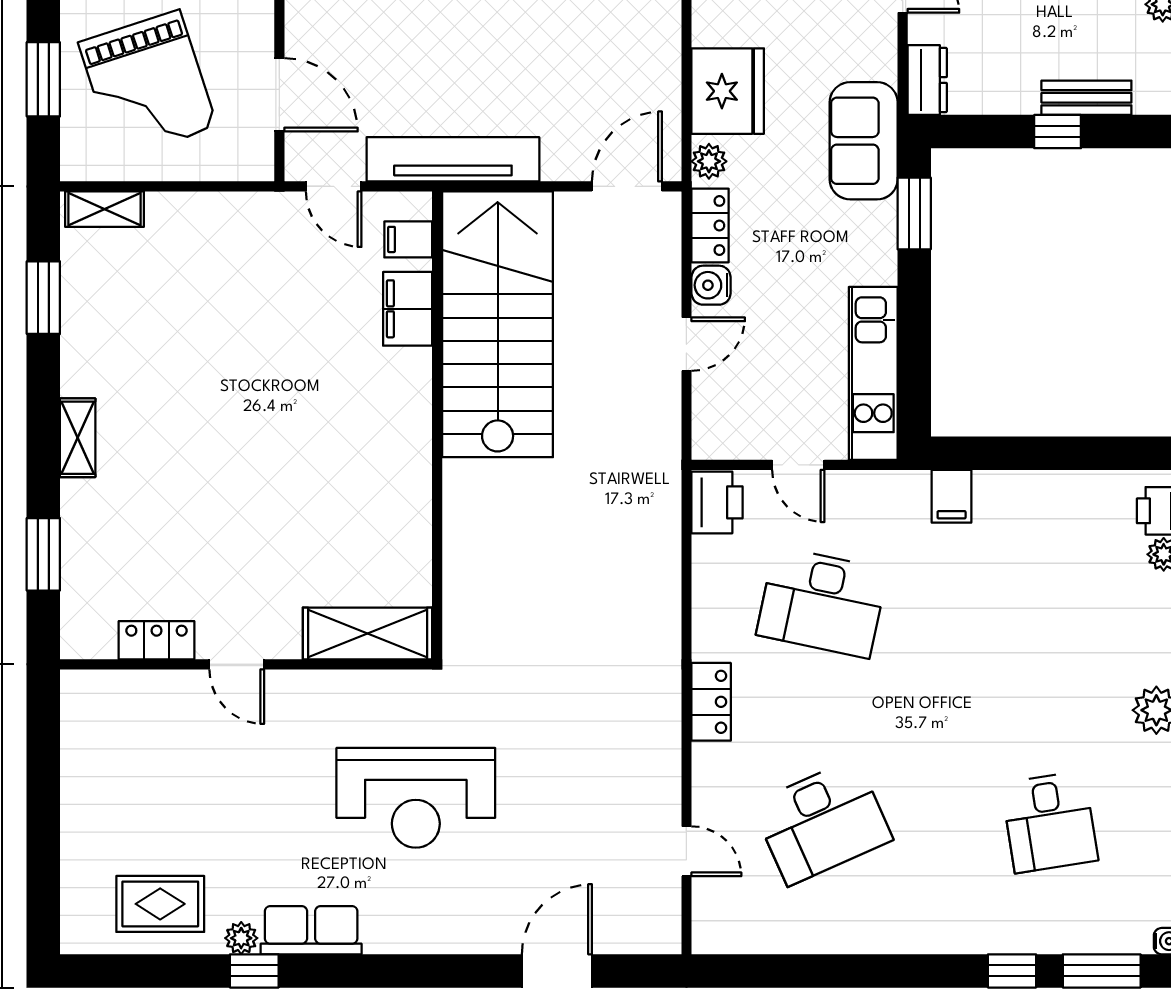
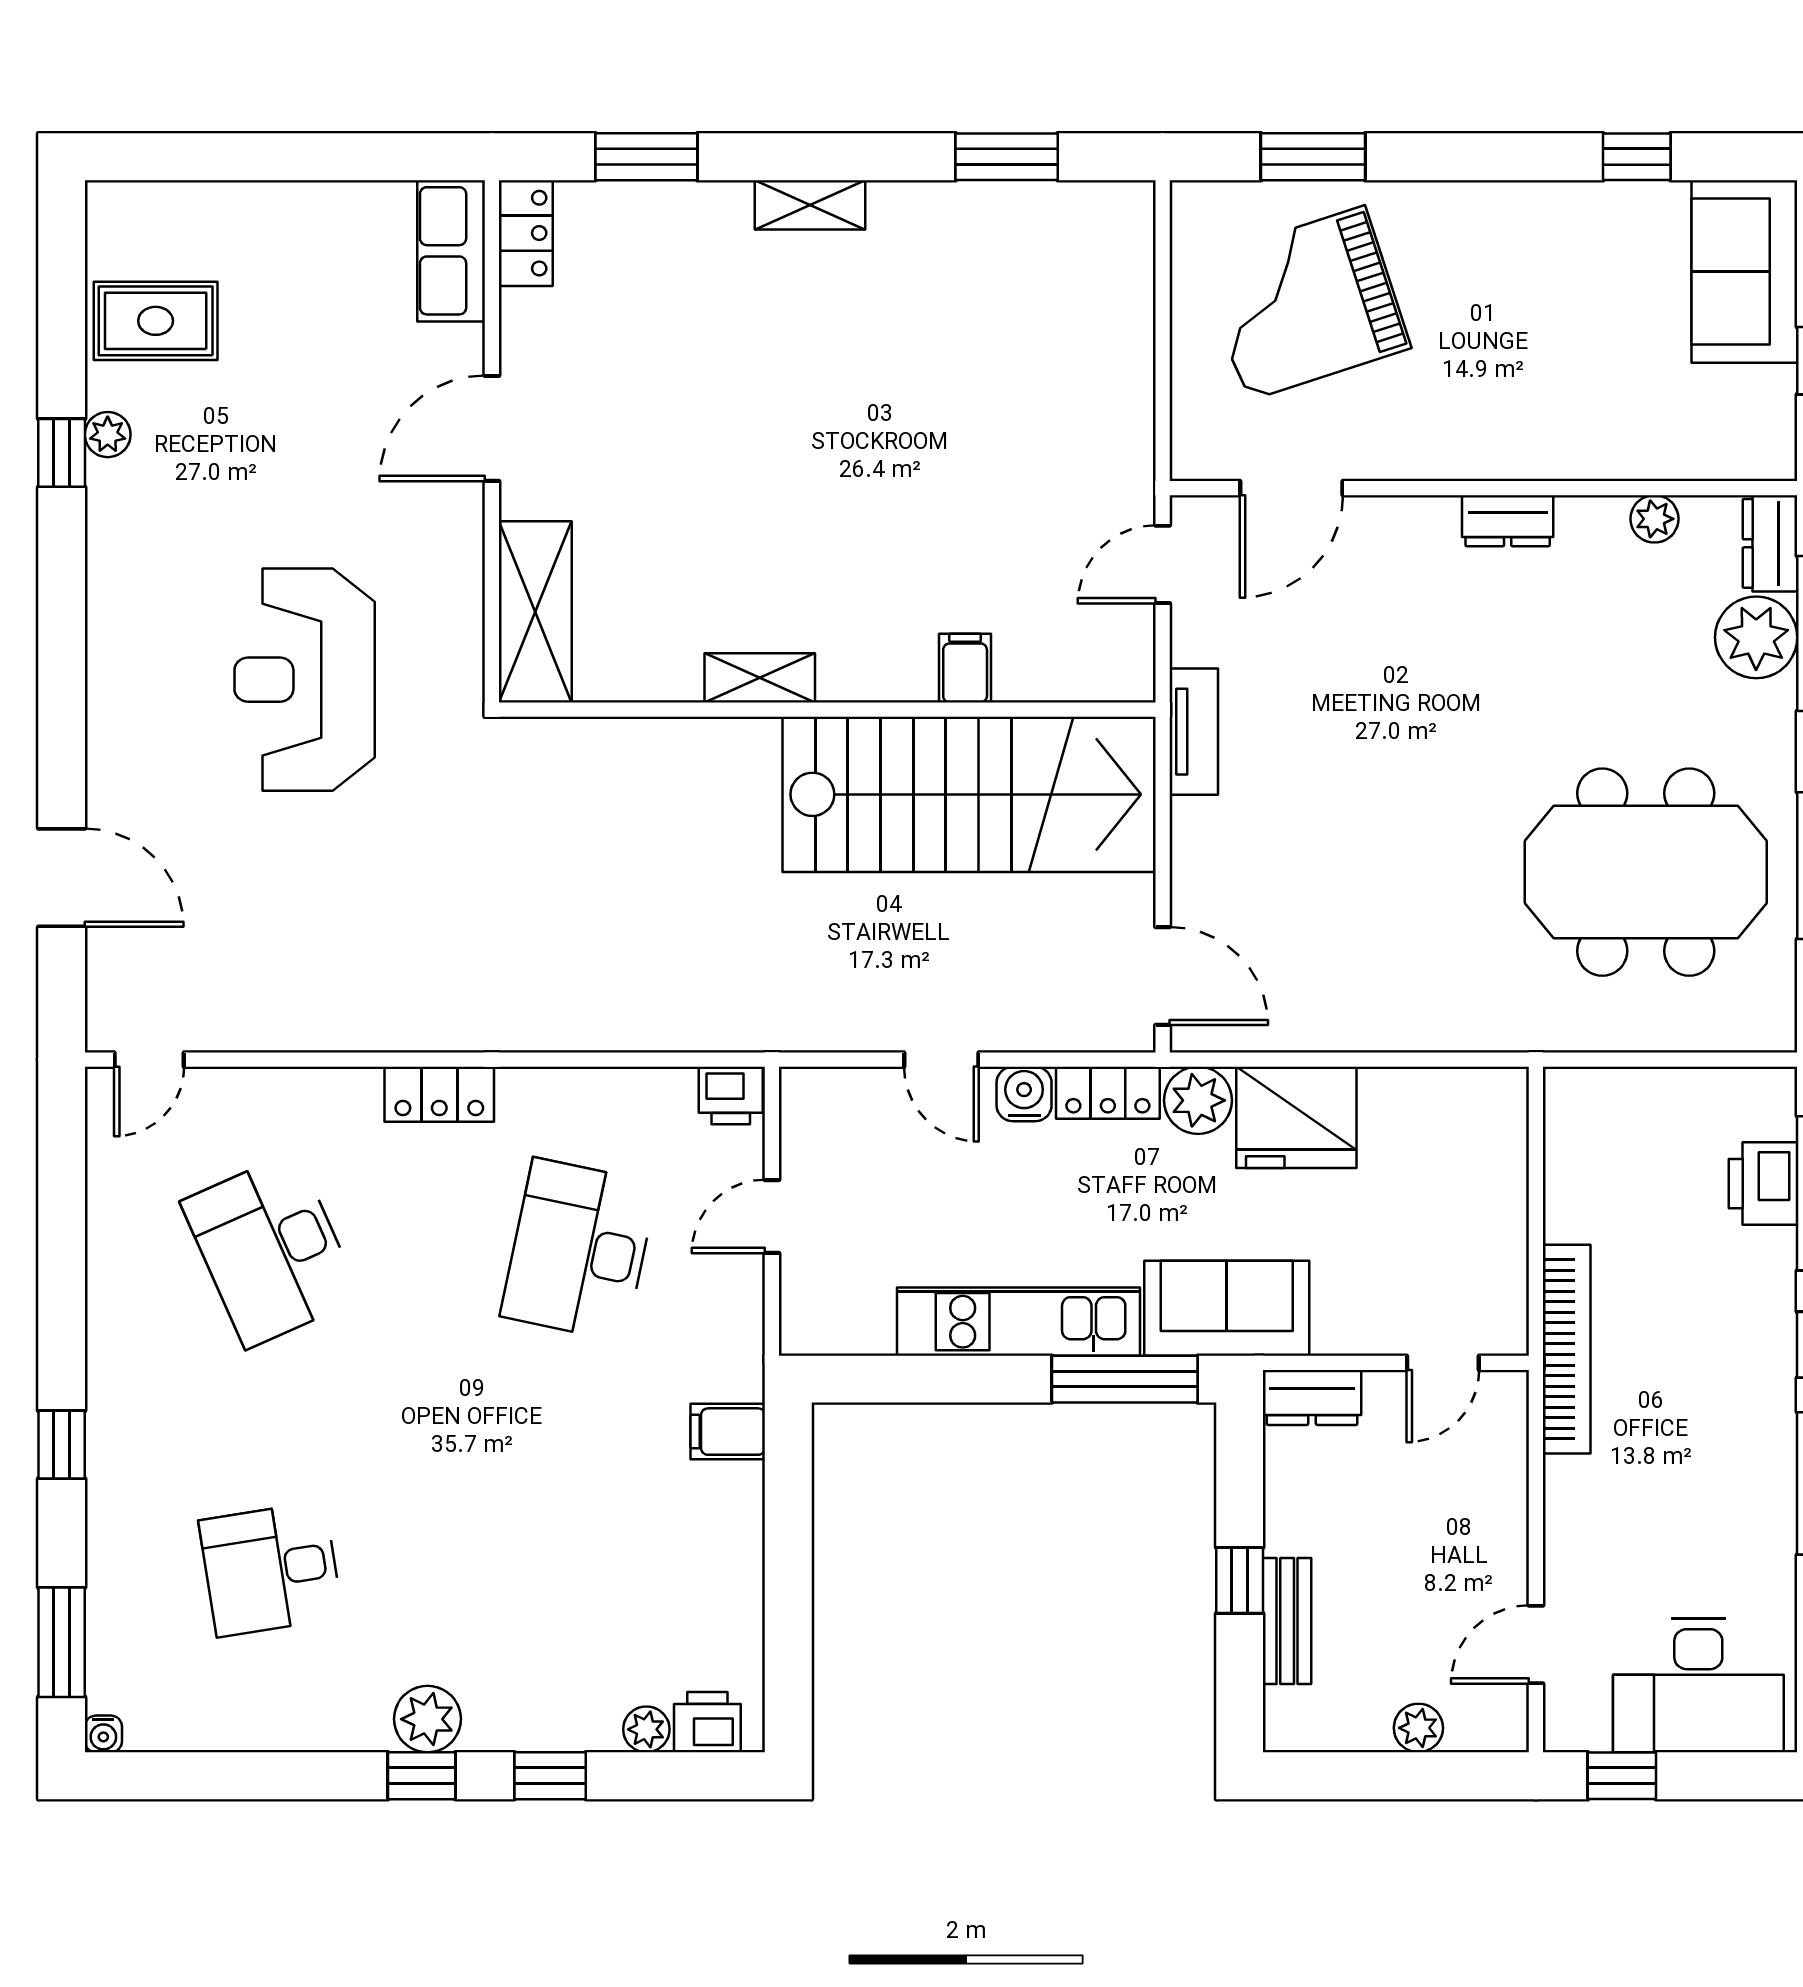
tv unit: (453, 159) -> (1194, 732), width x0.52, depth x0.78
plant: (709, 161) -> (1198, 1100), width x1.38, depth x1.38
shelving: (105, 209) -> (760, 678), moved, turned 90
window: (914, 213) -> (1125, 1379), width x1.44
filing cabinet: (408, 239) -> (1088, 669), removed
filing cabinet: (408, 309) -> (965, 668), width x0.50
kitchen unit: (873, 373) -> (1018, 1322), moved
printer: (717, 502) -> (731, 1095), width x0.73, depth x0.81
locker: (157, 640) -> (526, 233), moved
door: (237, 664) -> (492, 428), width x1.38
door: (686, 851) -> (149, 1060), moved
rug: (160, 904) -> (156, 321), turned 90
row of seats: (311, 930) -> (451, 251), moved, turned 180
window: (1012, 971) -> (62, 1445), moved

